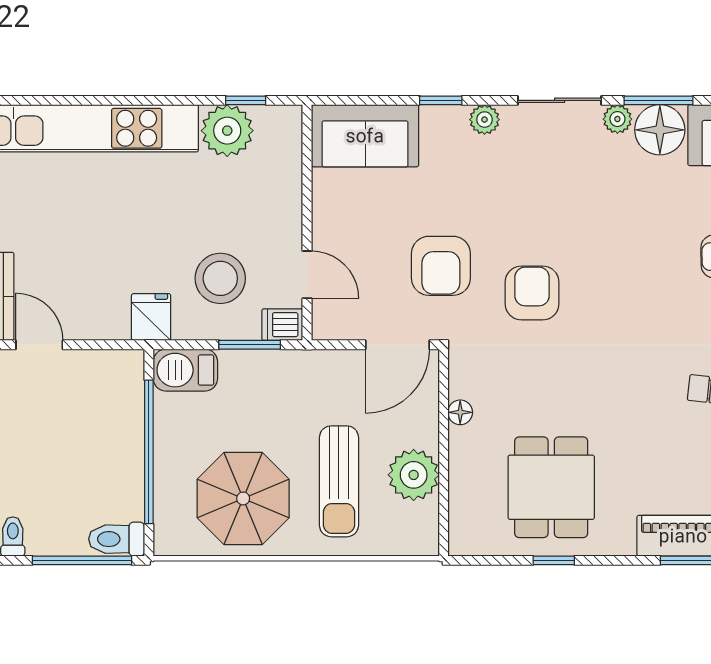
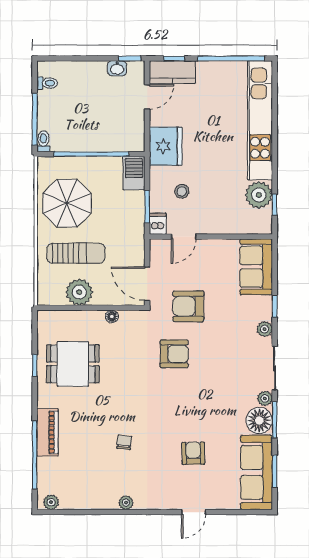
stool: (220, 278) -> (182, 191), width x0.53, depth x0.53
fridge: (151, 317) -> (166, 146), width x1.88, depth x1.34
sun lounger: (339, 481) -> (76, 253), turned 180
toilet: (117, 539) -> (43, 141), width x0.73, depth x0.72

